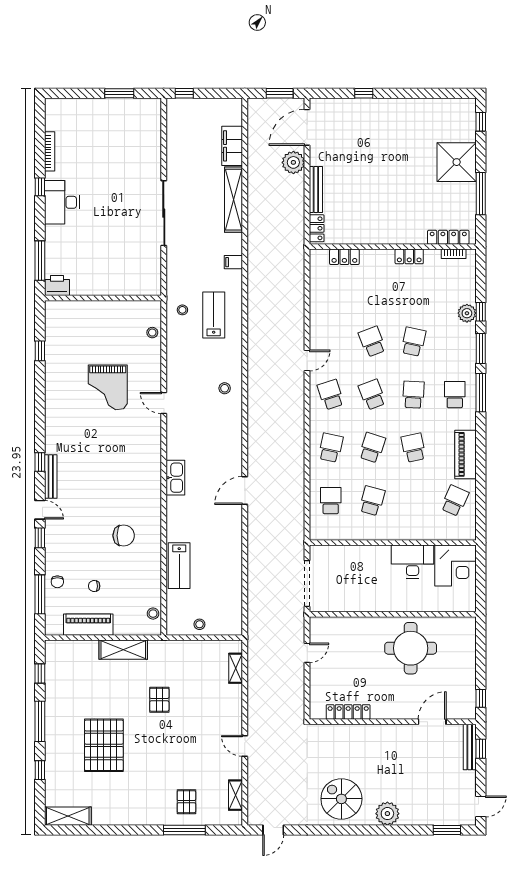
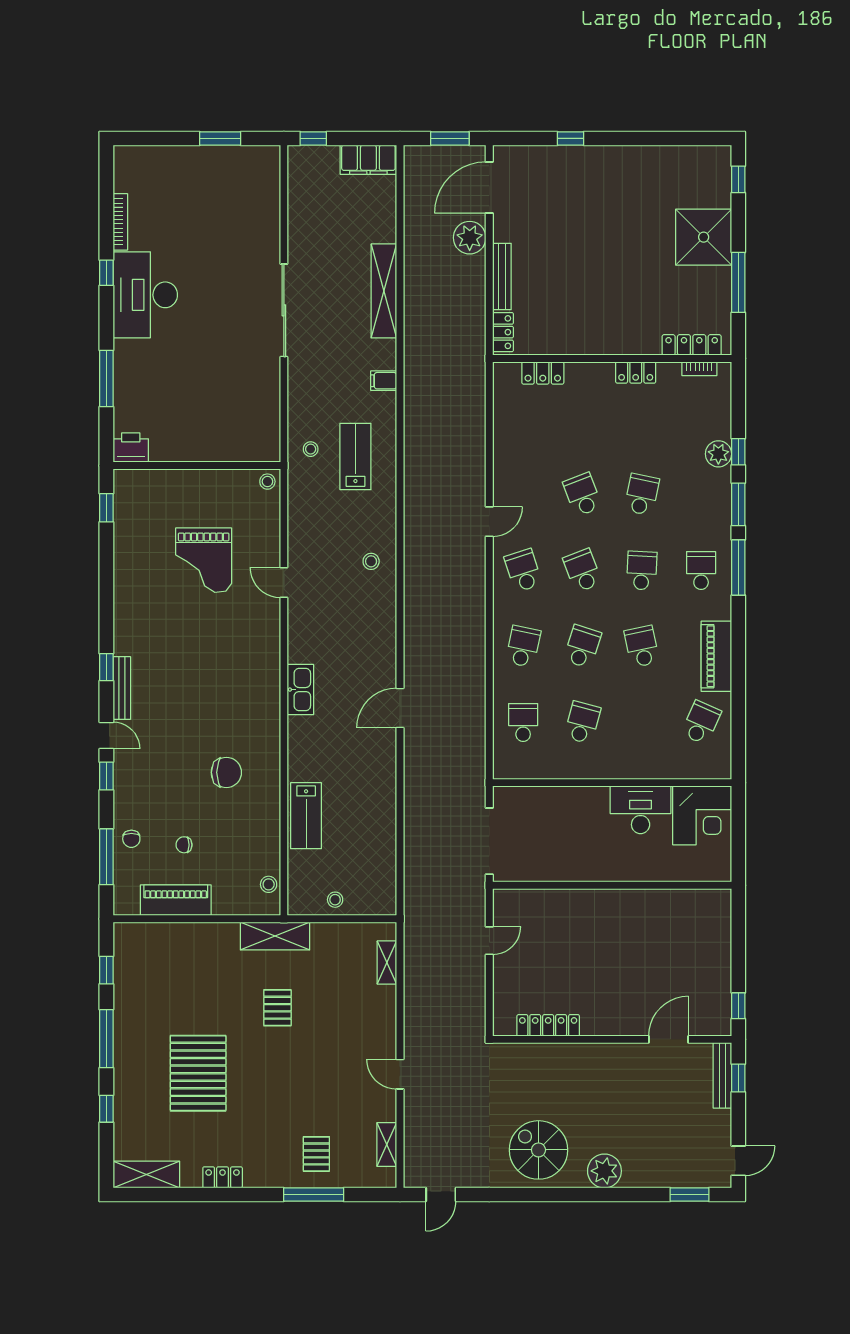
filing cabinet: (232, 146) -> (368, 160), moved, turned -90
desk: (62, 202) -> (145, 295), width x1.36, depth x1.30
printer: (57, 286) -> (131, 448), moved
wall: (103, 298) -> (197, 466), moved
round table: (411, 648) -> (638, 934), removed
shelving: (123, 650) -> (275, 936), moved
locker: (121, 818) -> (223, 1177), added

